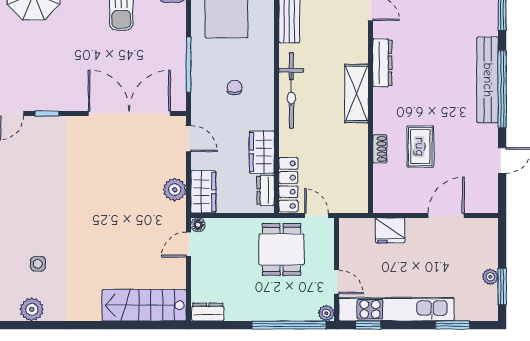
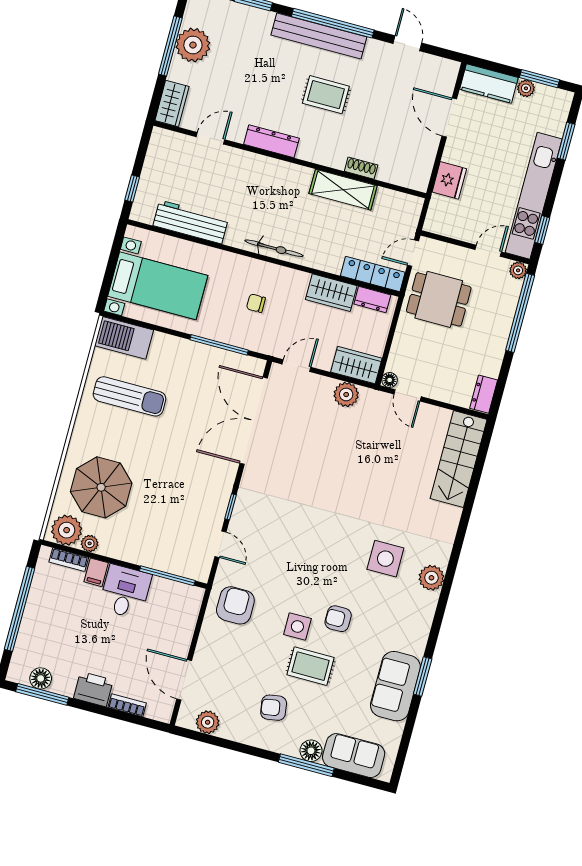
bicycle: (291, 90) -> (274, 248), width x0.73, depth x0.71
shelving: (356, 93) -> (343, 190), moved
rug: (420, 147) -> (326, 95), moved
kitchen counter: (486, 243) -> (489, 83), added
side table: (38, 264) -> (385, 559), width x1.87, depth x1.87

